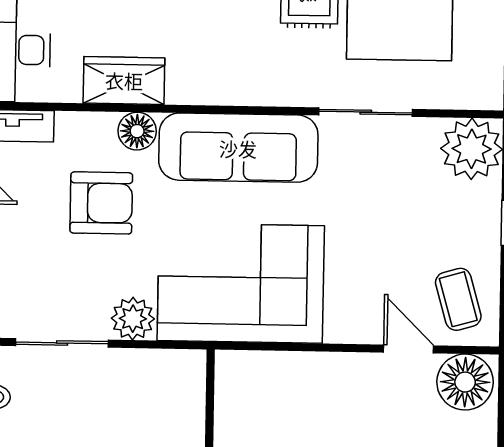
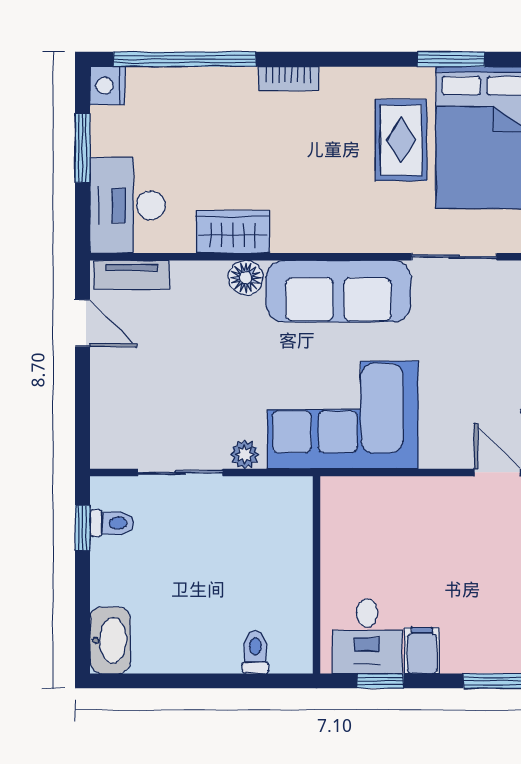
armchair: (101, 203) -> (214, 344), removed
plant: (133, 319) -> (245, 454), width x0.73, depth x0.73

